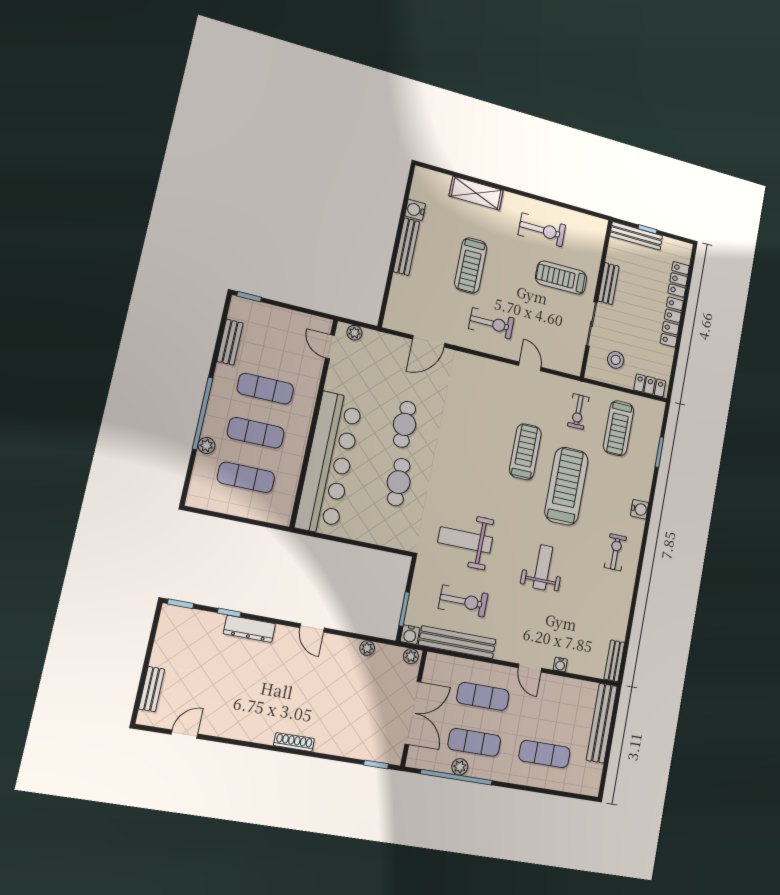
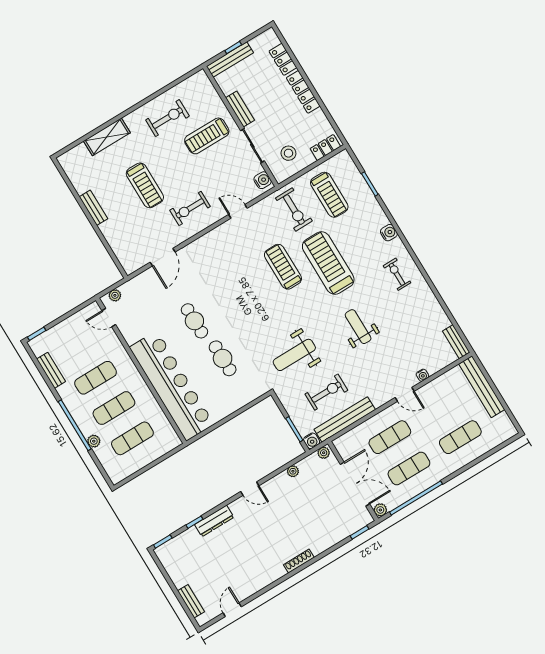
water cooler: (415, 210) -> (263, 180), moved, turned 180
bench: (406, 247) -> (93, 208), width x0.73
exercise bike: (491, 323) -> (190, 208), turned 180
exercise bike: (578, 412) -> (294, 210), width x1.38, depth x1.39
plant: (460, 767) -> (380, 510), moved

